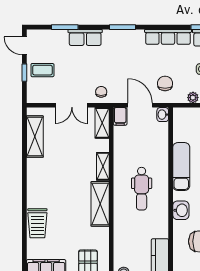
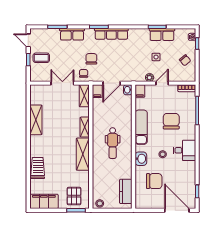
row of seats: (168, 37) -> (111, 34), moved
chair: (165, 83) -> (91, 59), moved
double door: (72, 105) -> (62, 83), swing flipped
door: (140, 105) -> (112, 83), swing flipped
filing cabinet: (179, 116) -> (140, 91), added
shelving: (35, 137) -> (36, 120), moved
trolley: (37, 223) -> (38, 168), turned 180

